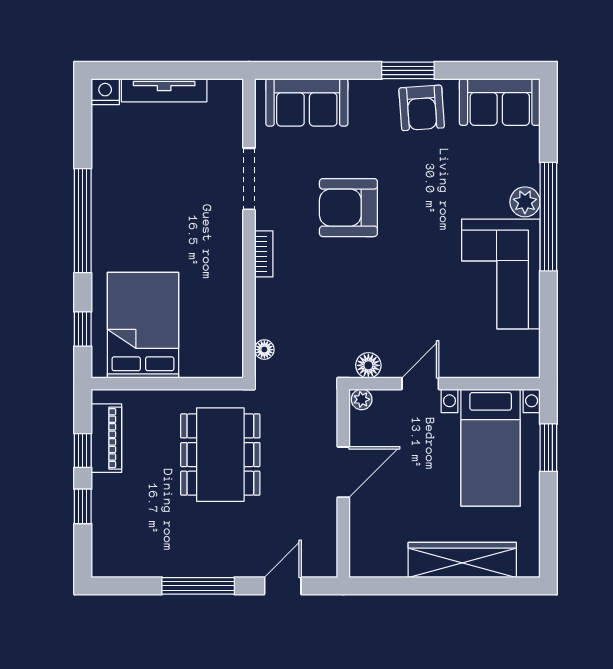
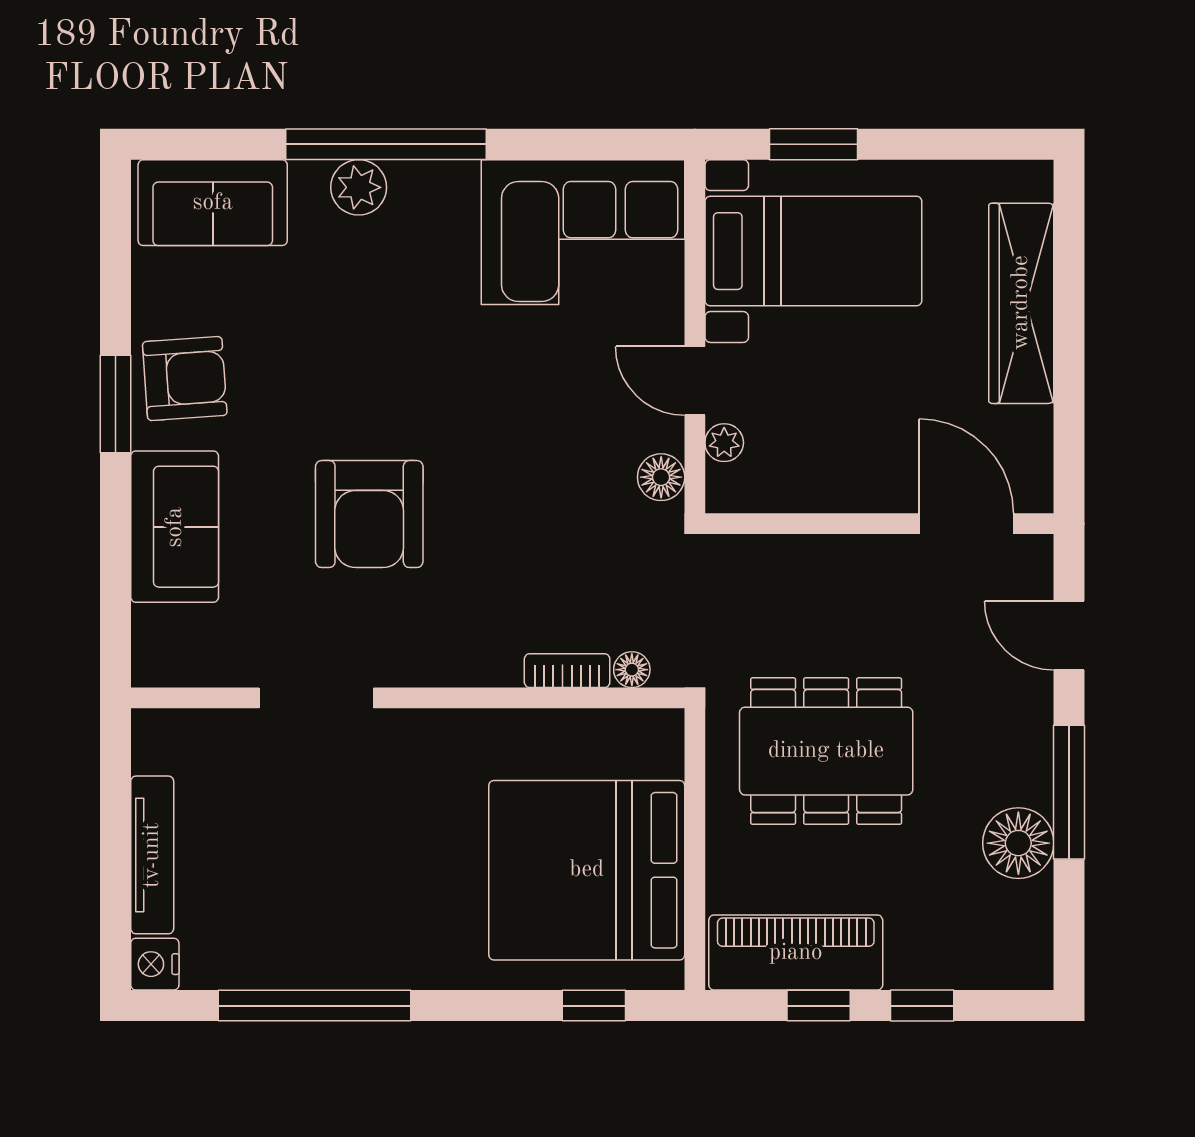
sofa: (307, 102) -> (175, 527), moved
sofa: (500, 102) -> (213, 203), moved, turned 90
window: (83, 221) -> (315, 1006), moved
bookcase: (264, 254) -> (567, 671), moved
corner sofa: (501, 274) -> (583, 232), moved
bed: (143, 325) -> (587, 870), width x1.36
plant: (362, 399) -> (724, 443), moved
piano: (106, 438) -> (796, 953), width x1.37, depth x1.33
door: (343, 472) -> (966, 524), moved
floor lamp: (171, 558) -> (1018, 843), added

